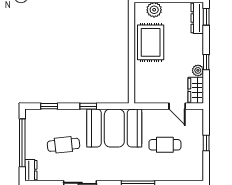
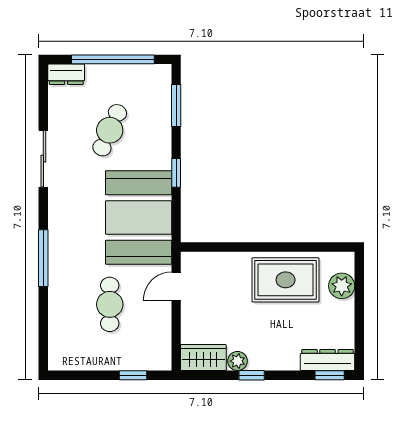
window: (49, 106) -> (176, 105), width x1.50
door: (177, 106) -> (176, 286), moved
window: (206, 143) -> (133, 375), moved
cafe table: (63, 145) -> (110, 130), turned 30

